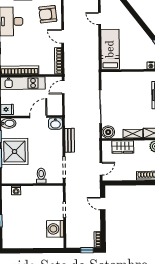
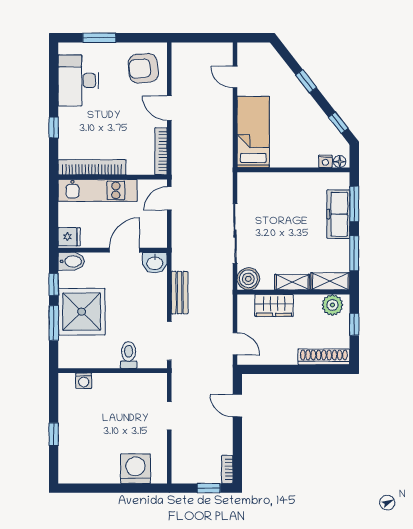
window: (140, 21) -> (306, 81), added
door: (101, 169) -> (235, 344), hinge flipped
washing machine: (55, 229) -> (135, 469), moved, turned 90

